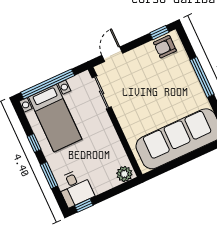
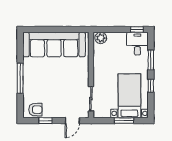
window: (159, 33) -> (46, 121), moved
window: (48, 84) -> (124, 121), width x0.47

